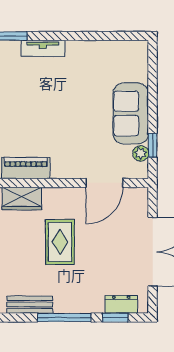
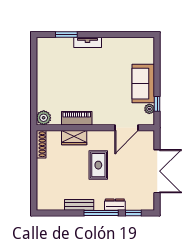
dresser: (121, 304) -> (115, 205), moved

